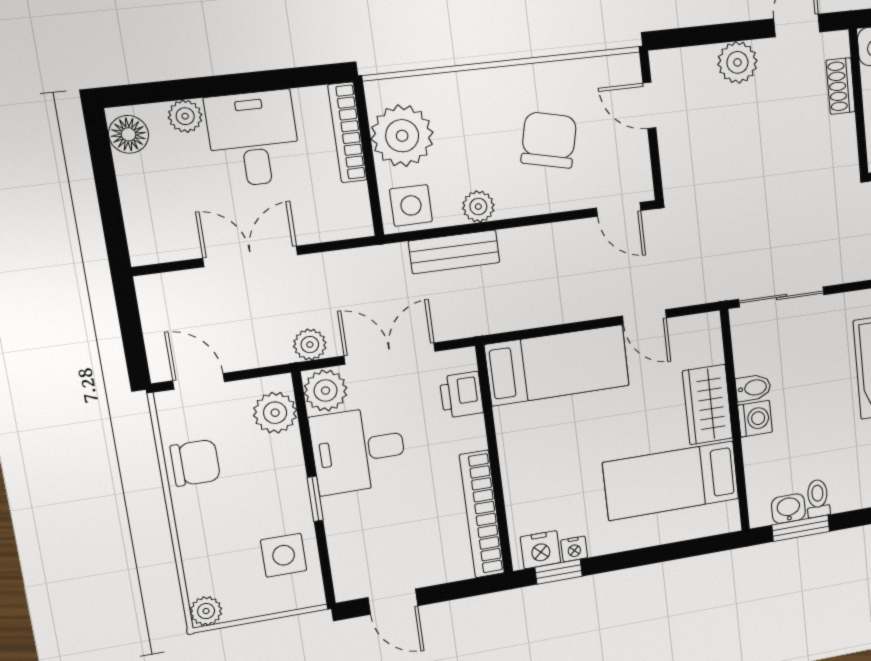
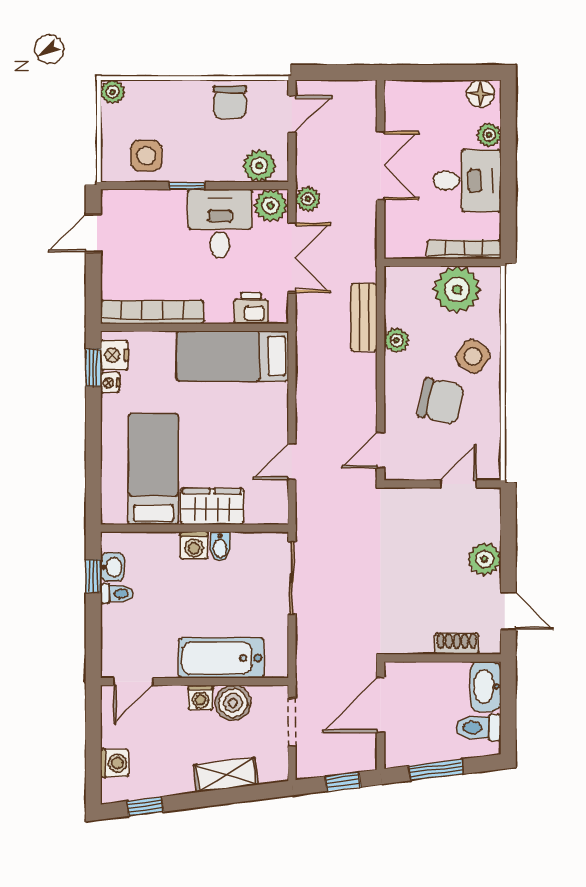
side table: (411, 205) -> (473, 356), moved, turned 33
bed: (557, 365) -> (233, 356), moved, turned 90
window: (801, 528) -> (93, 576), width x0.67

